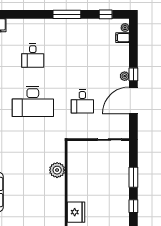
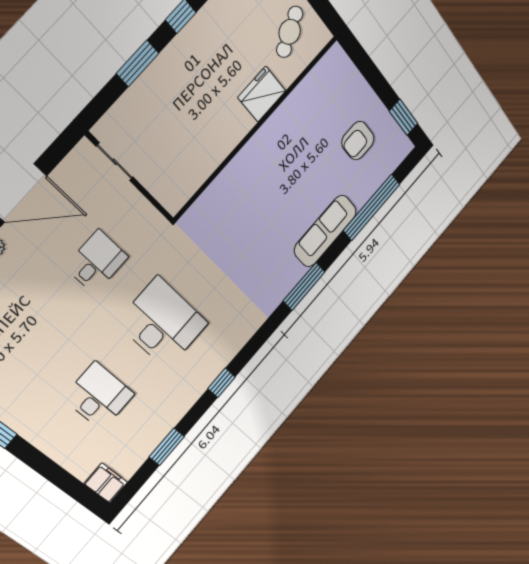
desk: (33, 56) -> (99, 396), width x1.37
plant: (57, 170) -> (227, 185), removed

